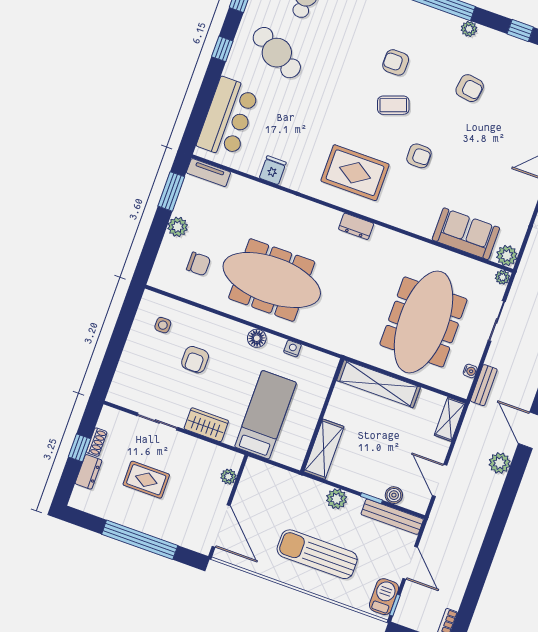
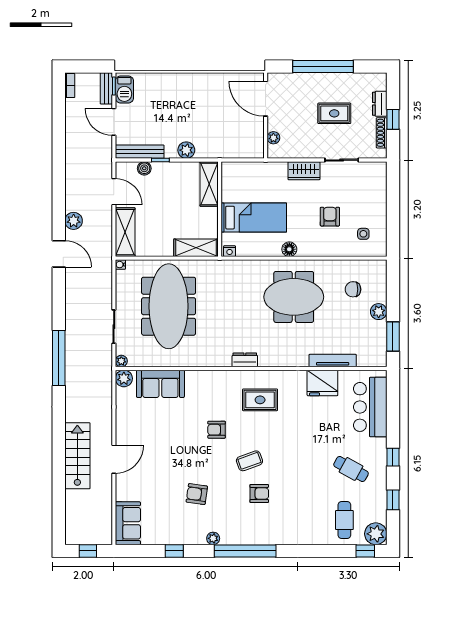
cafe table: (277, 53) -> (351, 469), width x0.73, depth x0.74
fridge: (273, 170) -> (322, 383), width x1.88, depth x1.34
tv unit: (208, 173) -> (333, 361), moved, width x1.41
rug: (355, 173) -> (260, 400), width x0.73, depth x0.70
meeting table: (272, 280) -> (294, 297), width x0.73
nightstand: (292, 349) -> (230, 251), moved
water cooler: (470, 371) -> (120, 265), moved
shelving: (378, 384) -> (196, 248), width x0.68
bench: (484, 385) -> (106, 88), moved
bed: (266, 415) -> (254, 218), moved, turned -90
shelving: (450, 419) -> (125, 232), width x1.50, depth x1.33
shoe rack: (97, 442) -> (382, 133), width x1.43
sun lounger: (317, 554) -> (186, 103), removed

